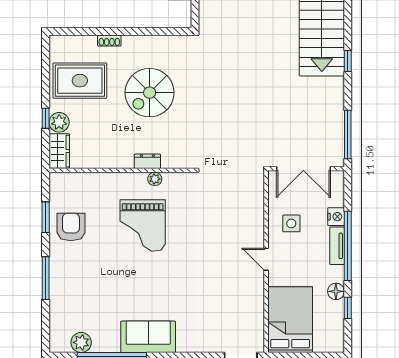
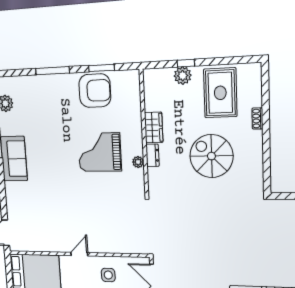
wardrobe: (59, 151) -> (154, 128), moved, turned -90
armchair: (71, 227) -> (95, 91), width x1.36, depth x1.36

